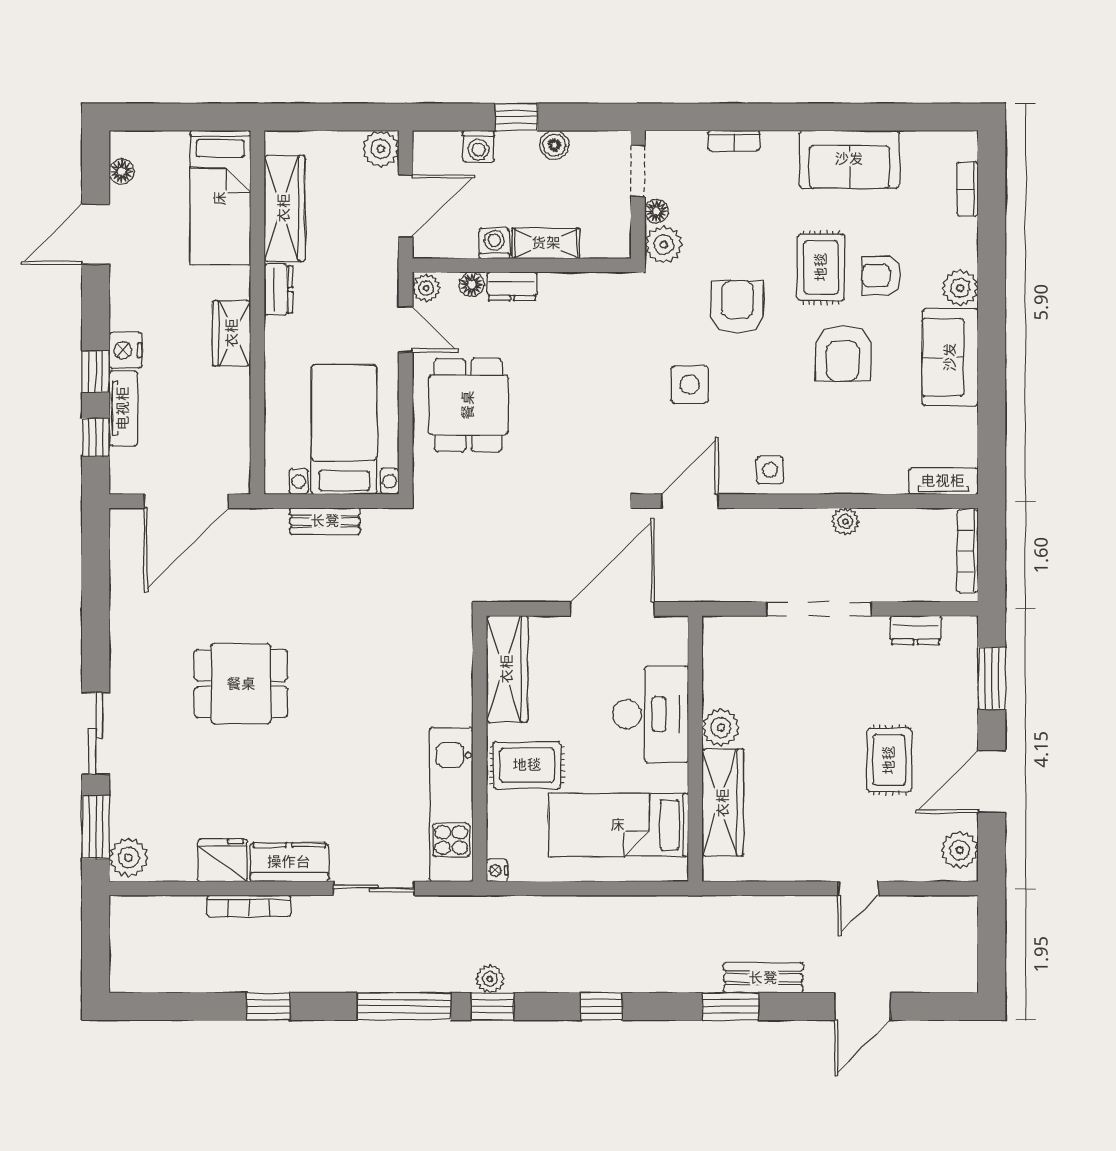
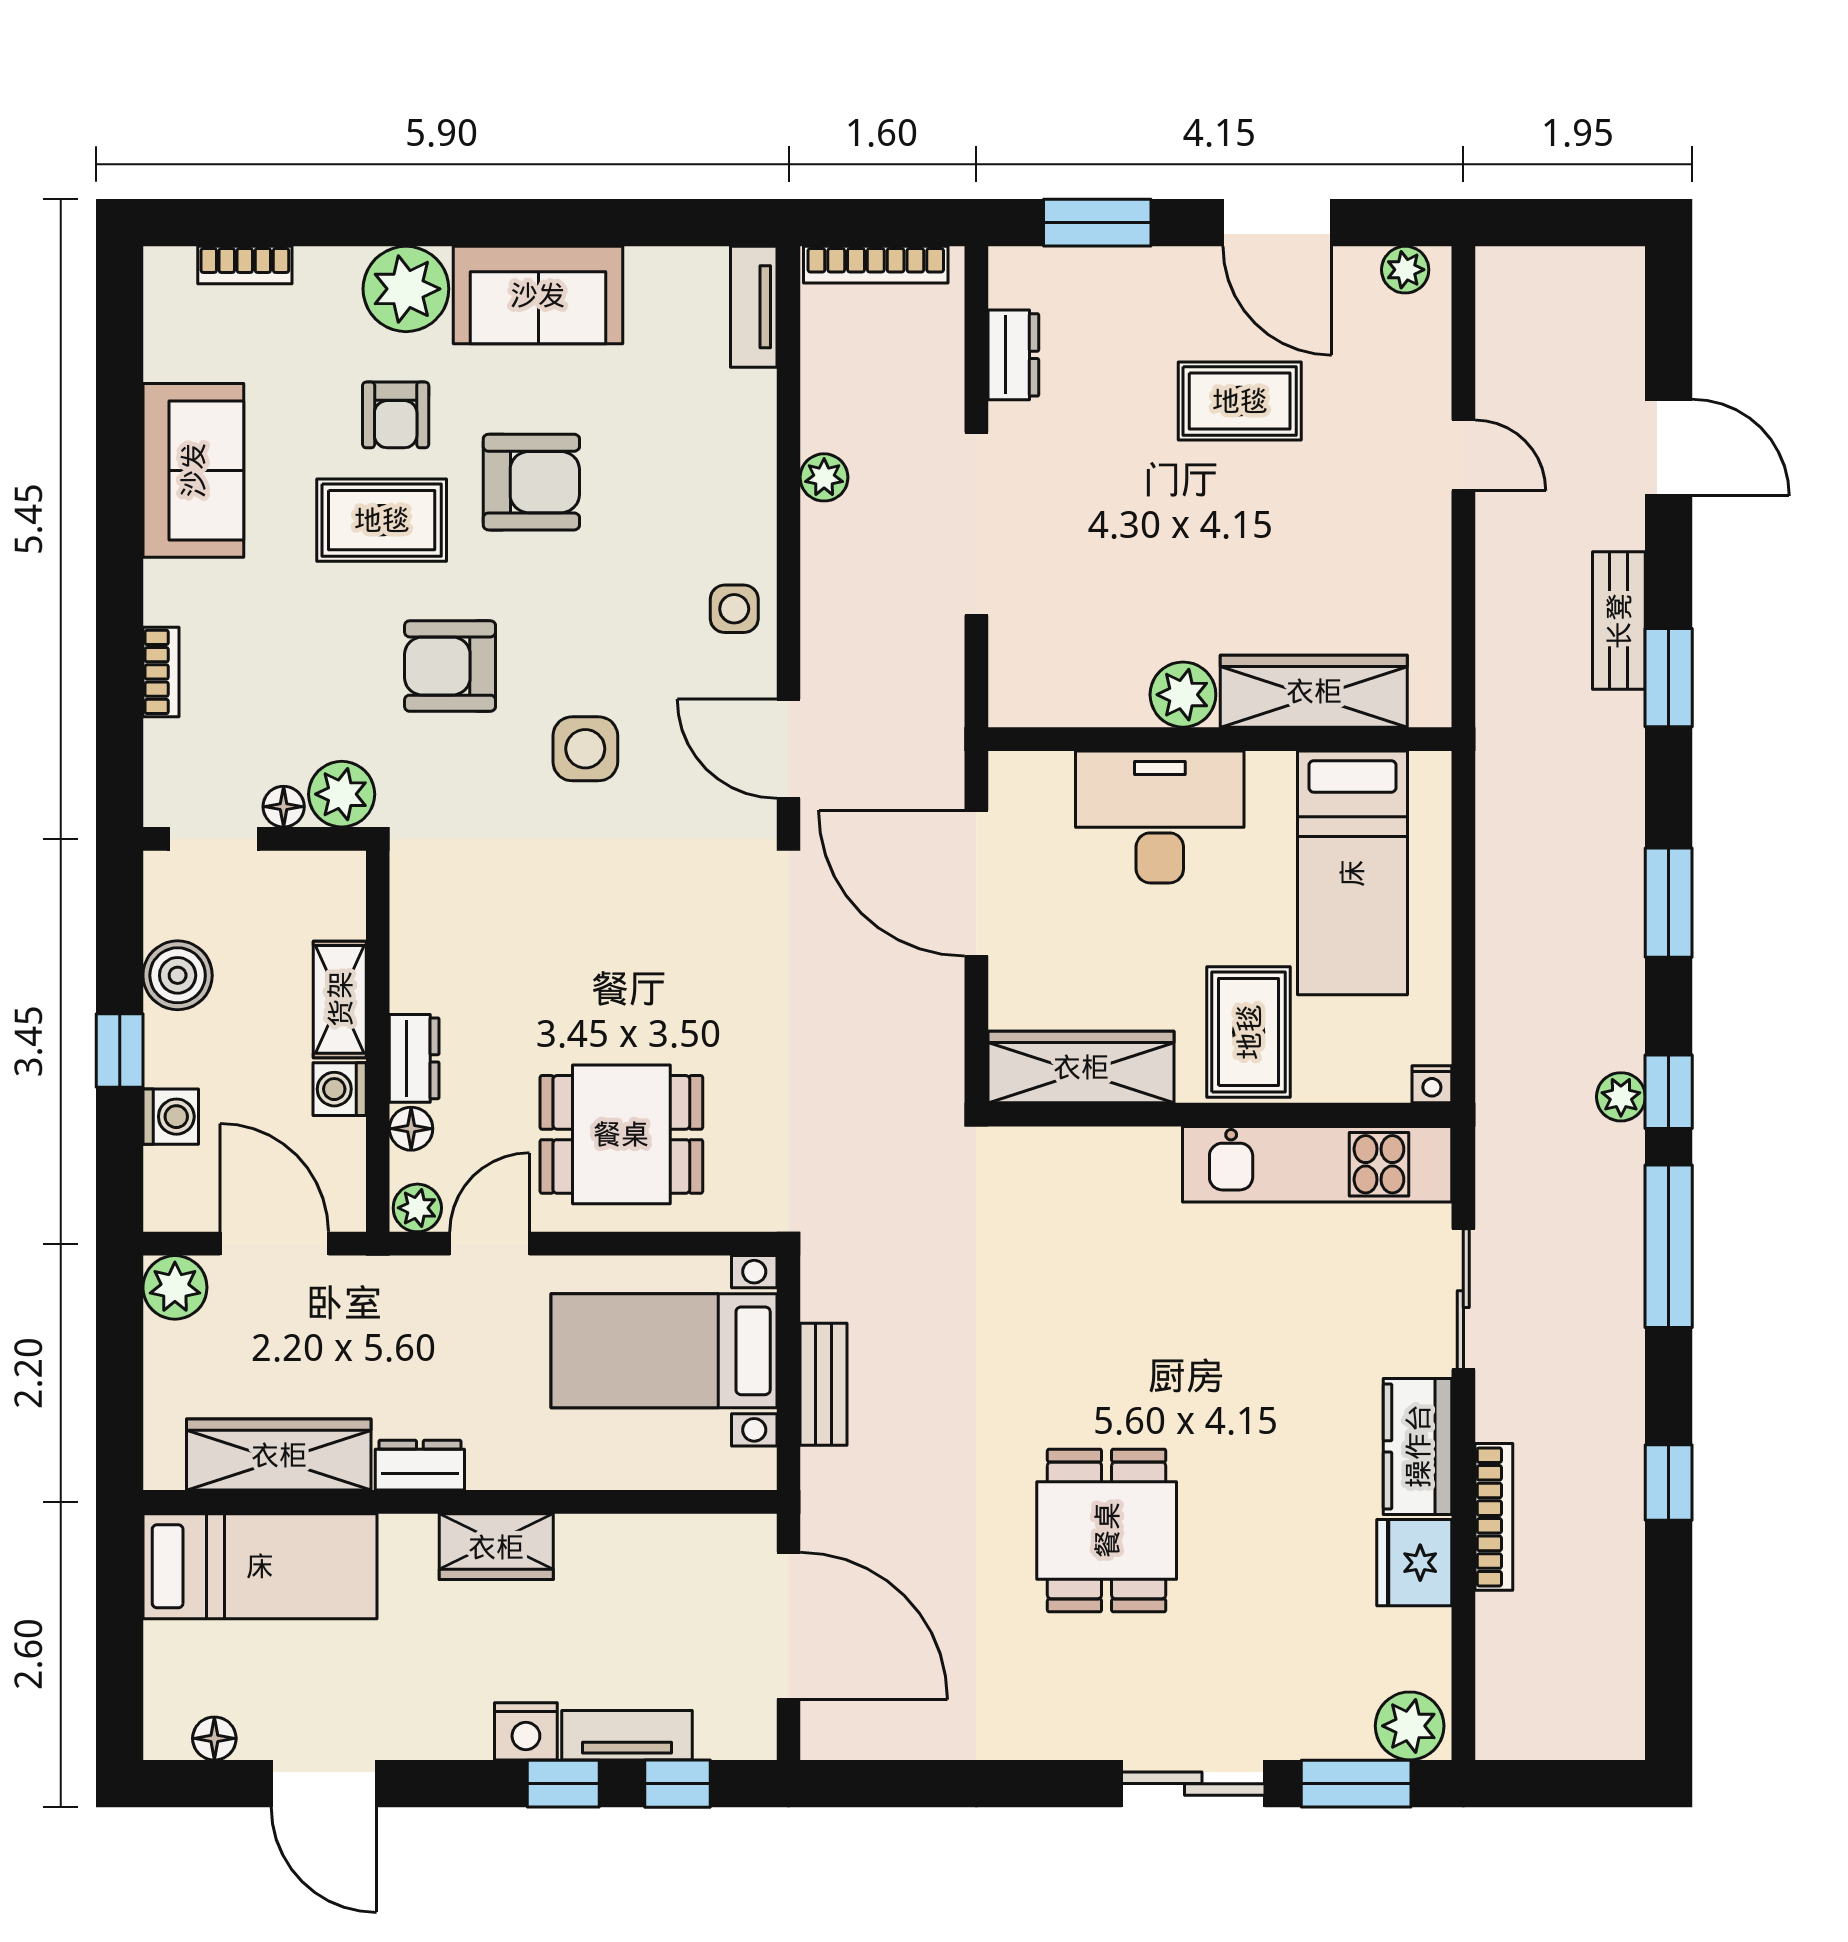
boiler: (554, 145) -> (178, 975), width x1.36, depth x1.36
plant: (960, 288) -> (406, 289), width x1.36, depth x1.36
plant: (960, 850) -> (1405, 270), width x0.73, depth x0.73
window: (601, 1006) -> (1669, 903), width x1.50

